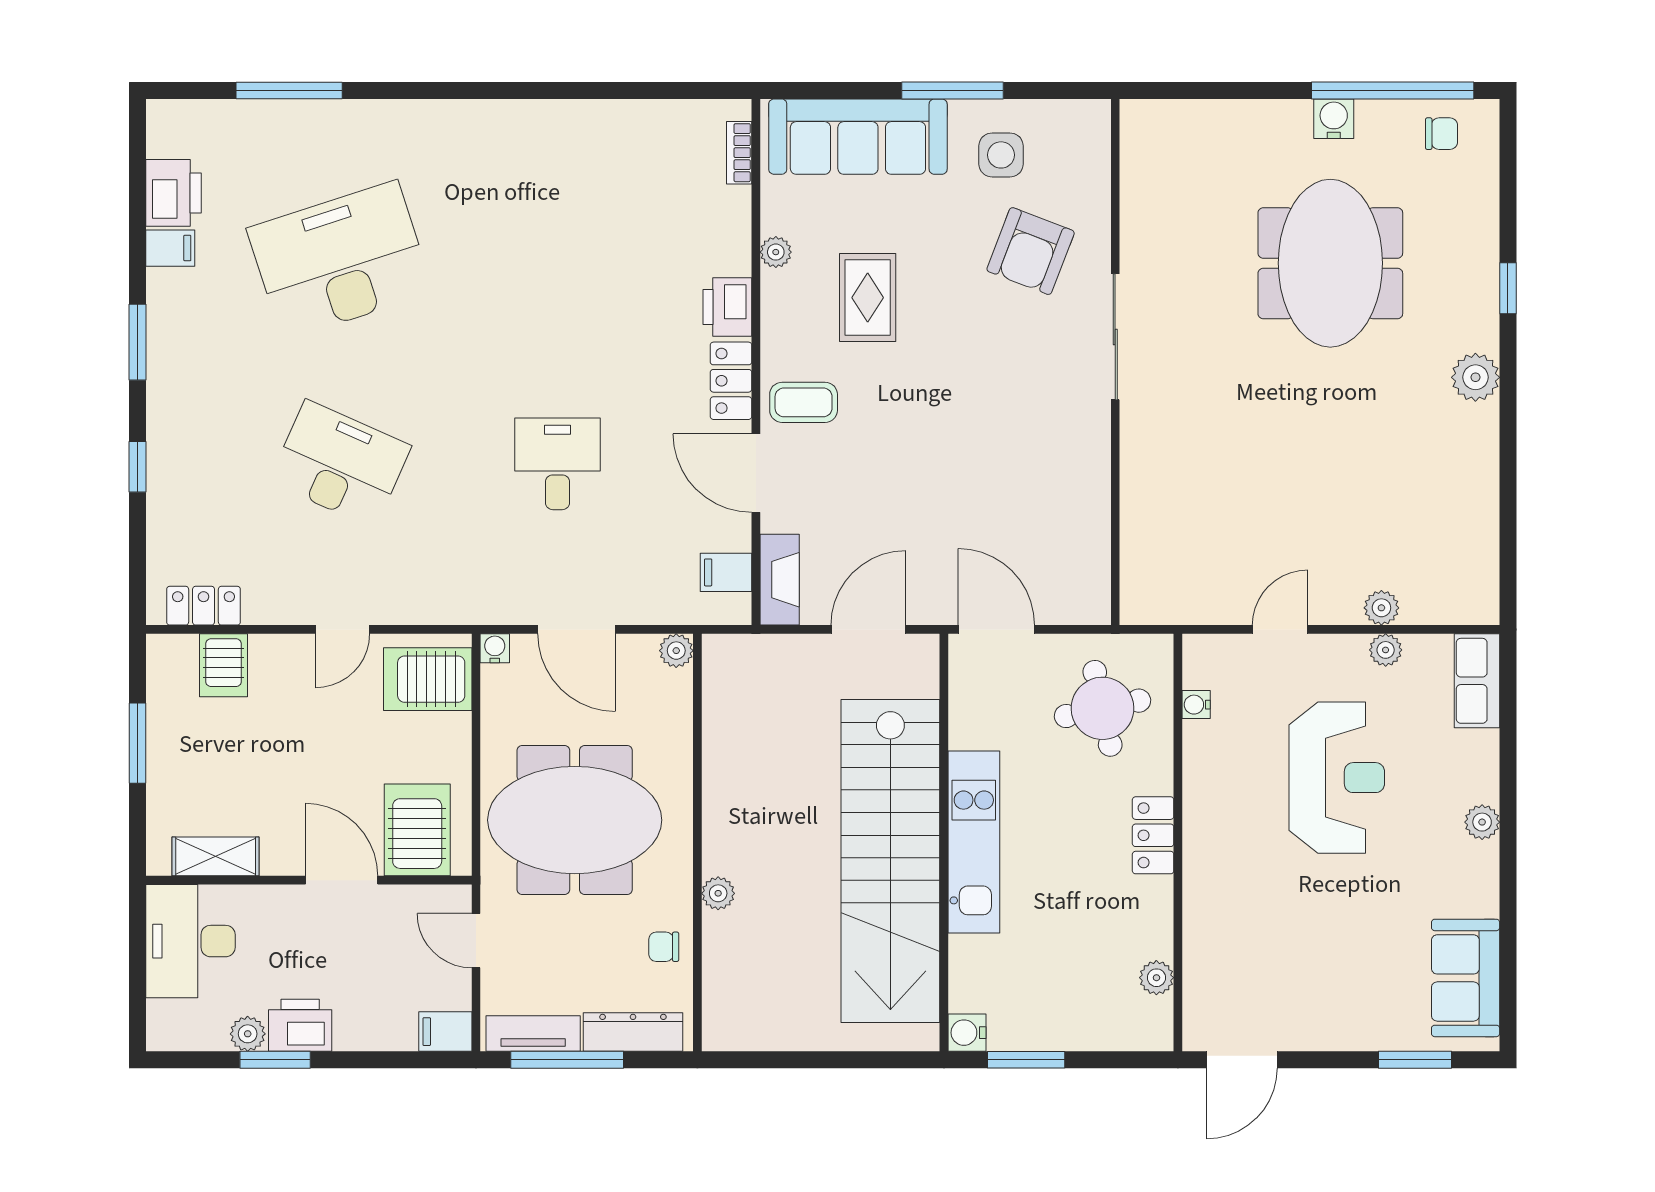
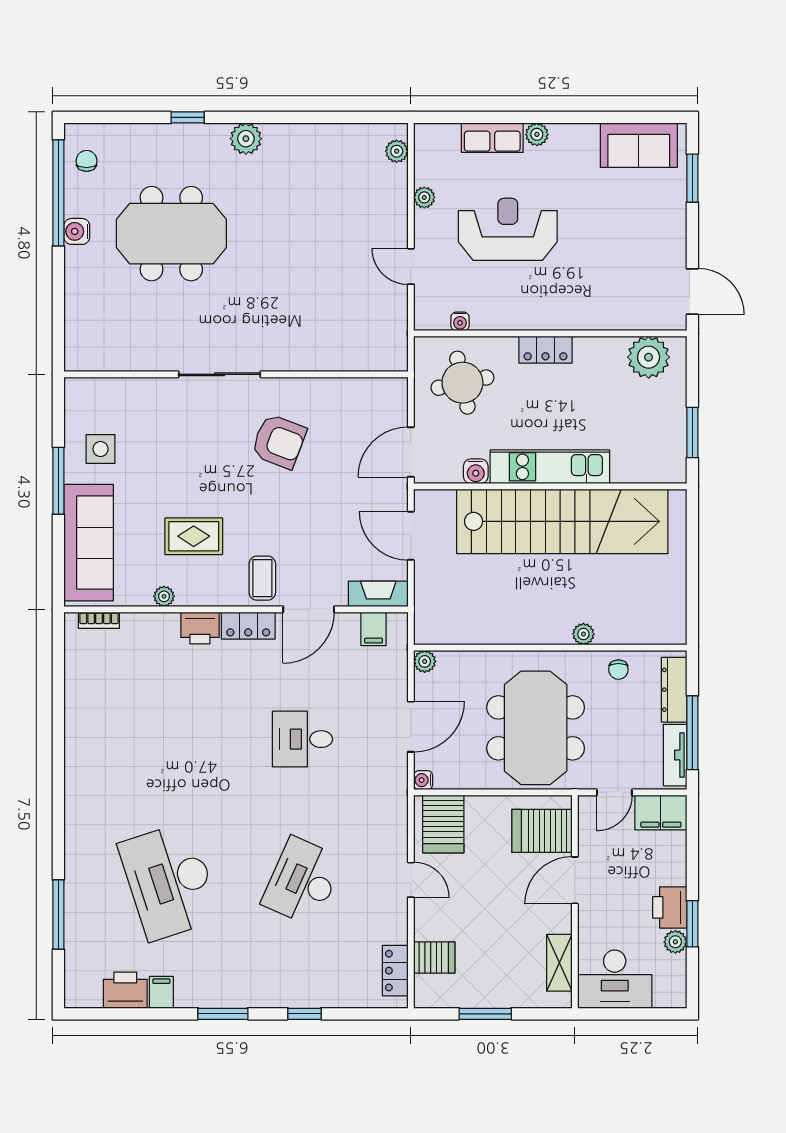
armchair: (1031, 251) -> (279, 441), moved
plant: (1381, 608) -> (397, 151), moved
row of seats: (1477, 681) -> (492, 138), moved
plant: (1156, 978) -> (649, 357), width x1.88, depth x1.88
filing cabinet: (445, 1032) -> (661, 812), width x2.00
water cooler: (967, 1033) -> (476, 471), moved

